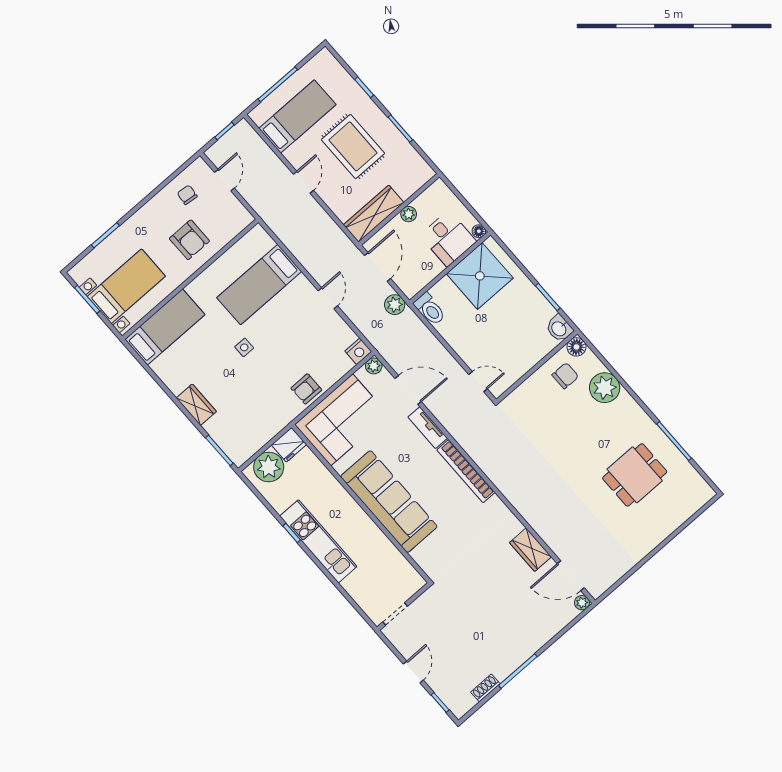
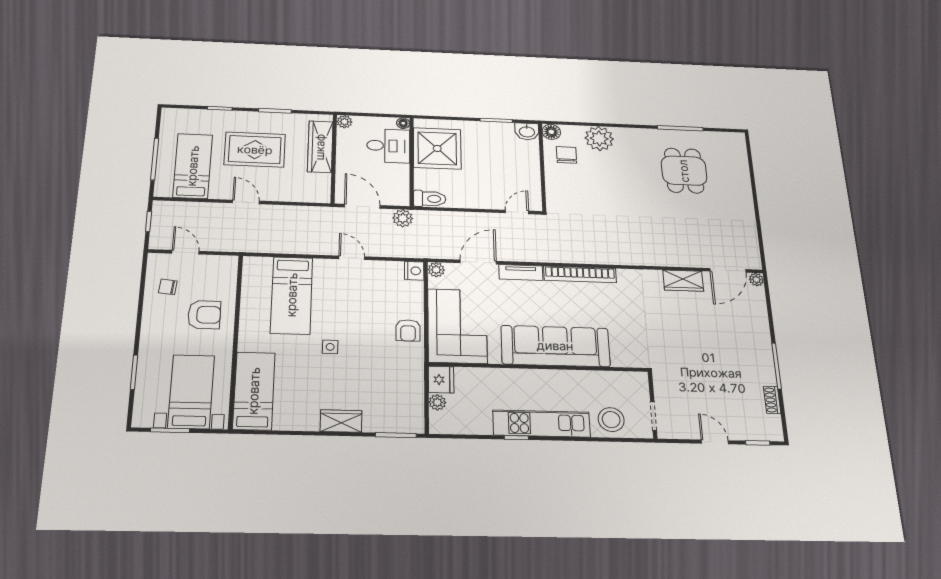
wardrobe: (374, 214) -> (320, 147), moved
plant: (409, 214) -> (344, 122), moved
plant: (269, 467) -> (437, 402), width x0.53, depth x0.53
stool: (365, 587) -> (611, 420), added

